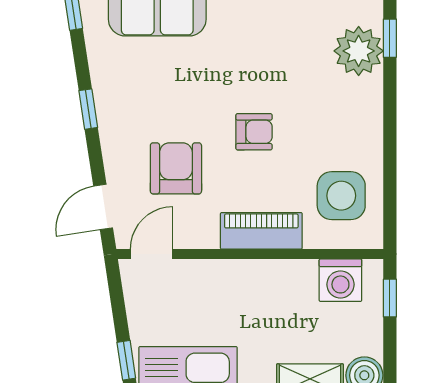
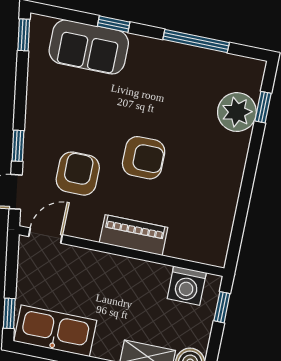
window: (88, 109) -> (18, 146), moved
armchair: (254, 132) -> (144, 158), width x1.38, depth x1.38
side table: (341, 196) -> (201, 221), removed

